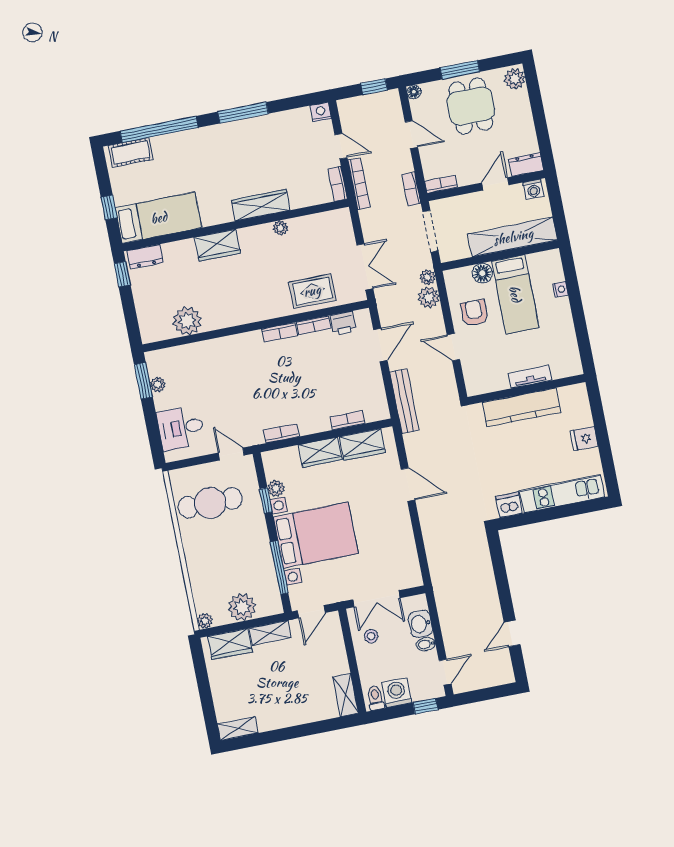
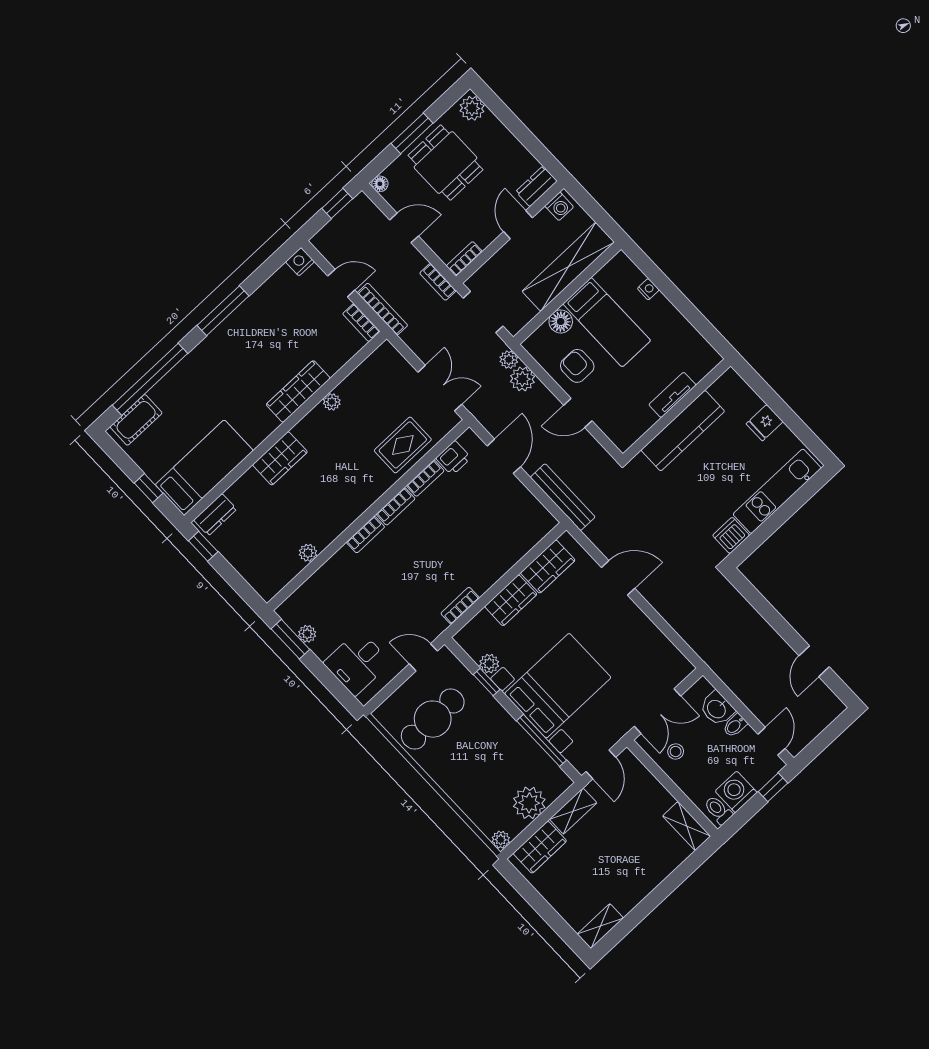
plant: (187, 321) -> (308, 553), width x0.53, depth x0.53
bookcase: (348, 420) -> (365, 535), moved, turned 180

